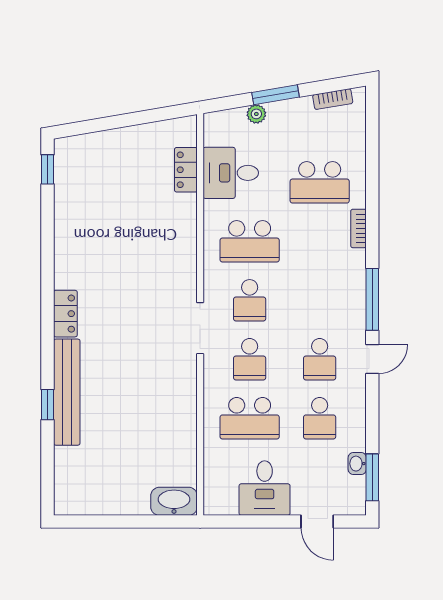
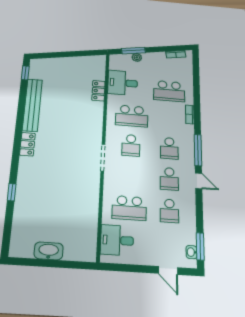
window: (275, 95) -> (133, 51), moved
locker: (186, 170) -> (98, 91), moved
school desk: (250, 359) -> (169, 148), moved
door: (372, 359) -> (199, 181), hinge flipped
bench: (67, 392) -> (32, 105), moved
washbasin: (357, 464) -> (191, 252), moved
desk: (265, 488) -> (117, 240), moved, turned 90
washbasin: (174, 501) -> (49, 251), moved

